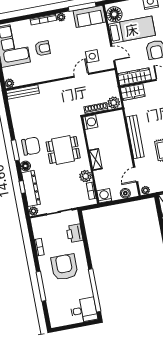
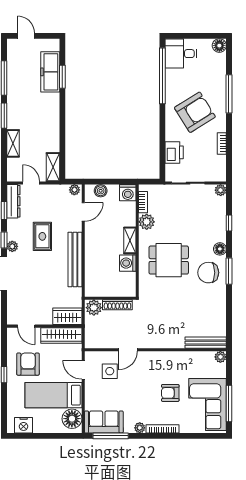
washing machine: (90, 122) -> (128, 263), moved
dresser: (31, 188) -> (218, 219), removed
armchair: (64, 267) -> (195, 112), turned -122
floor lamp: (55, 322) -> (219, 46), added

